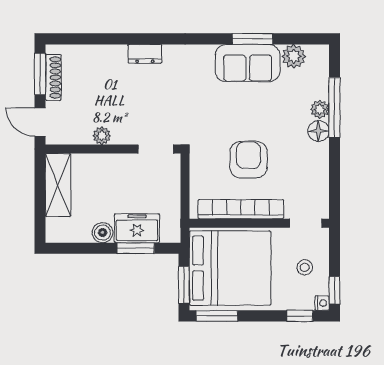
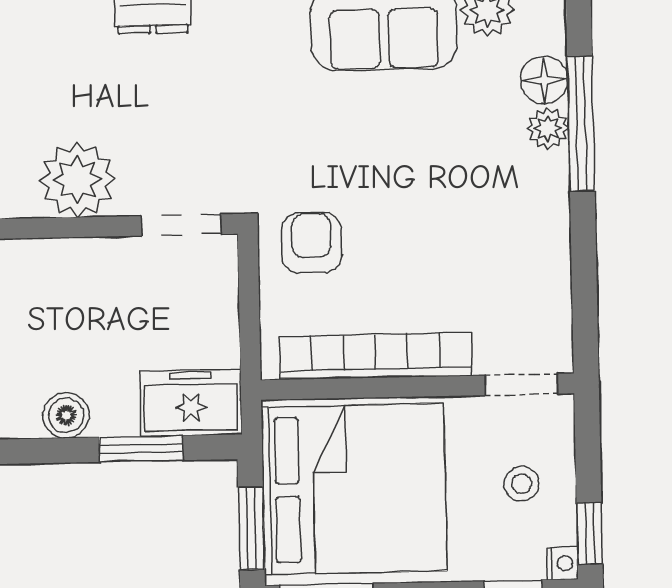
floor lamp: (318, 131) -> (544, 80), moved
plant: (102, 136) -> (77, 180), width x1.88, depth x1.88
armchair: (249, 160) -> (311, 243), moved, width x0.72, depth x0.72
freezer: (137, 228) -> (191, 403), moved

